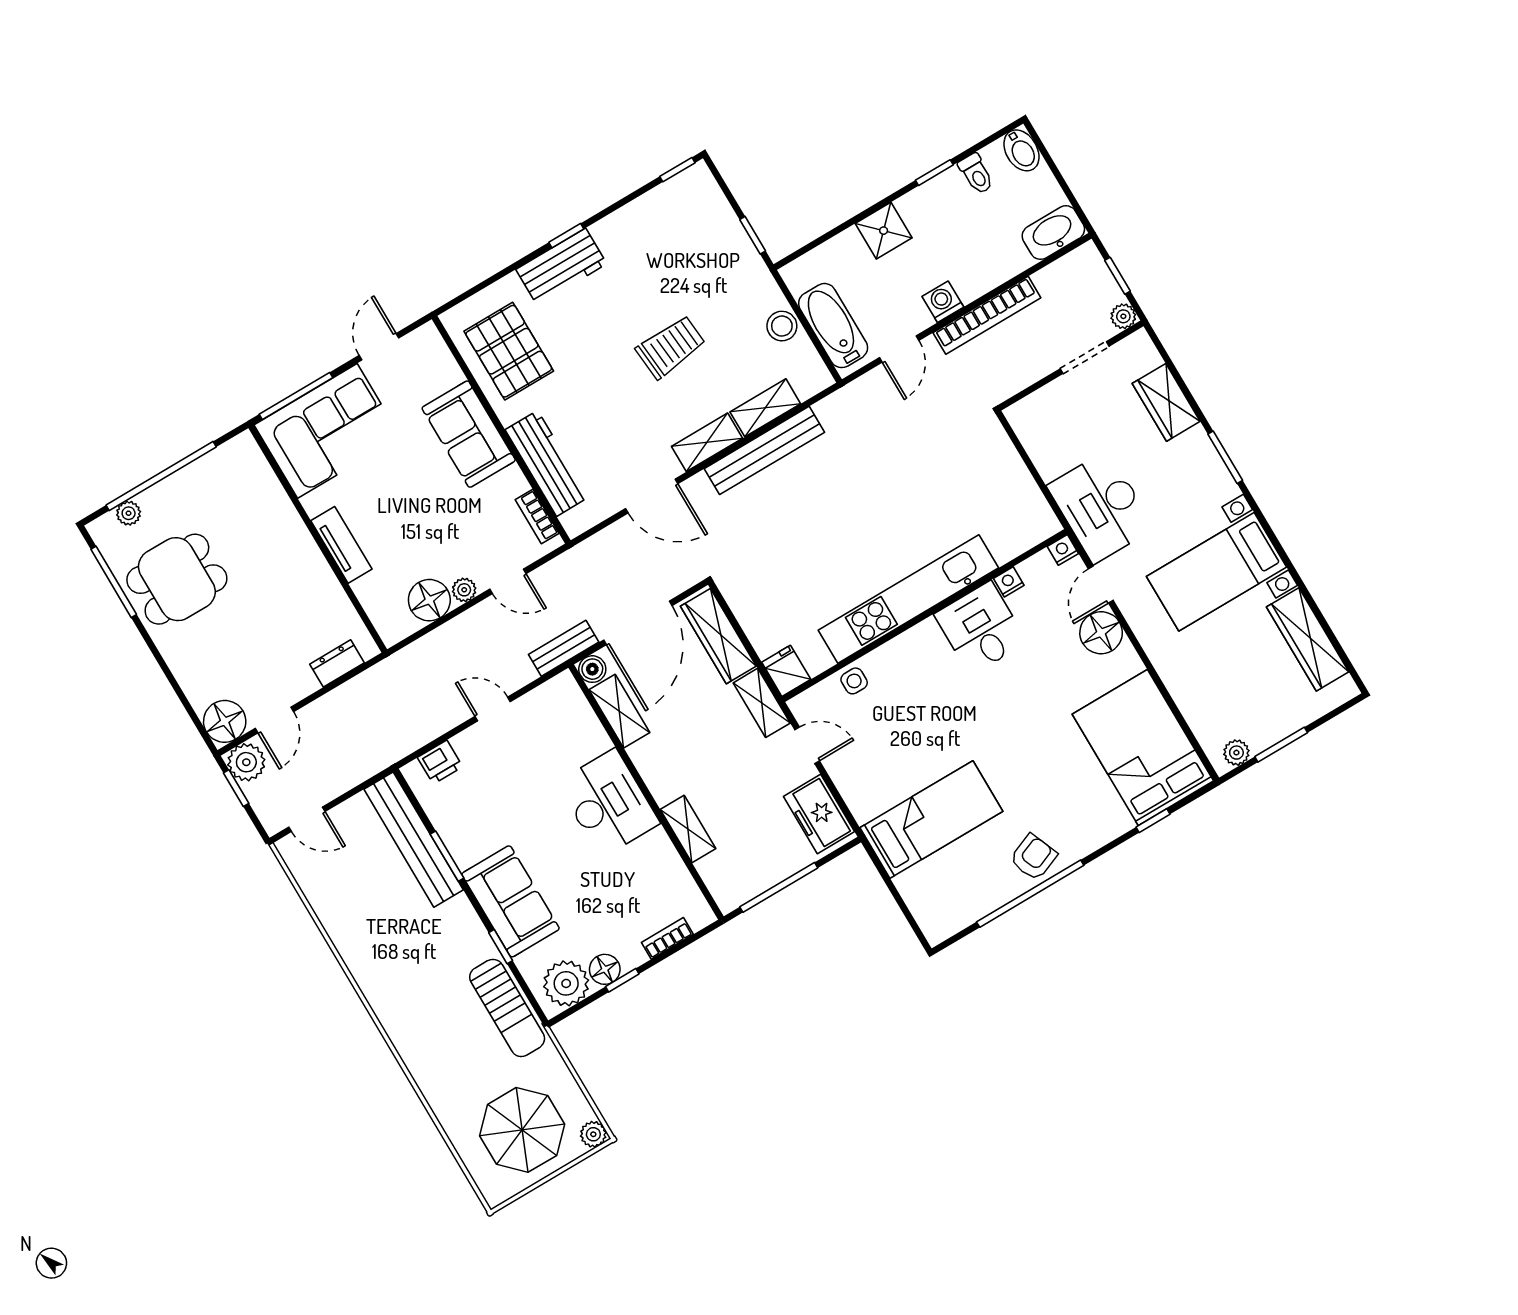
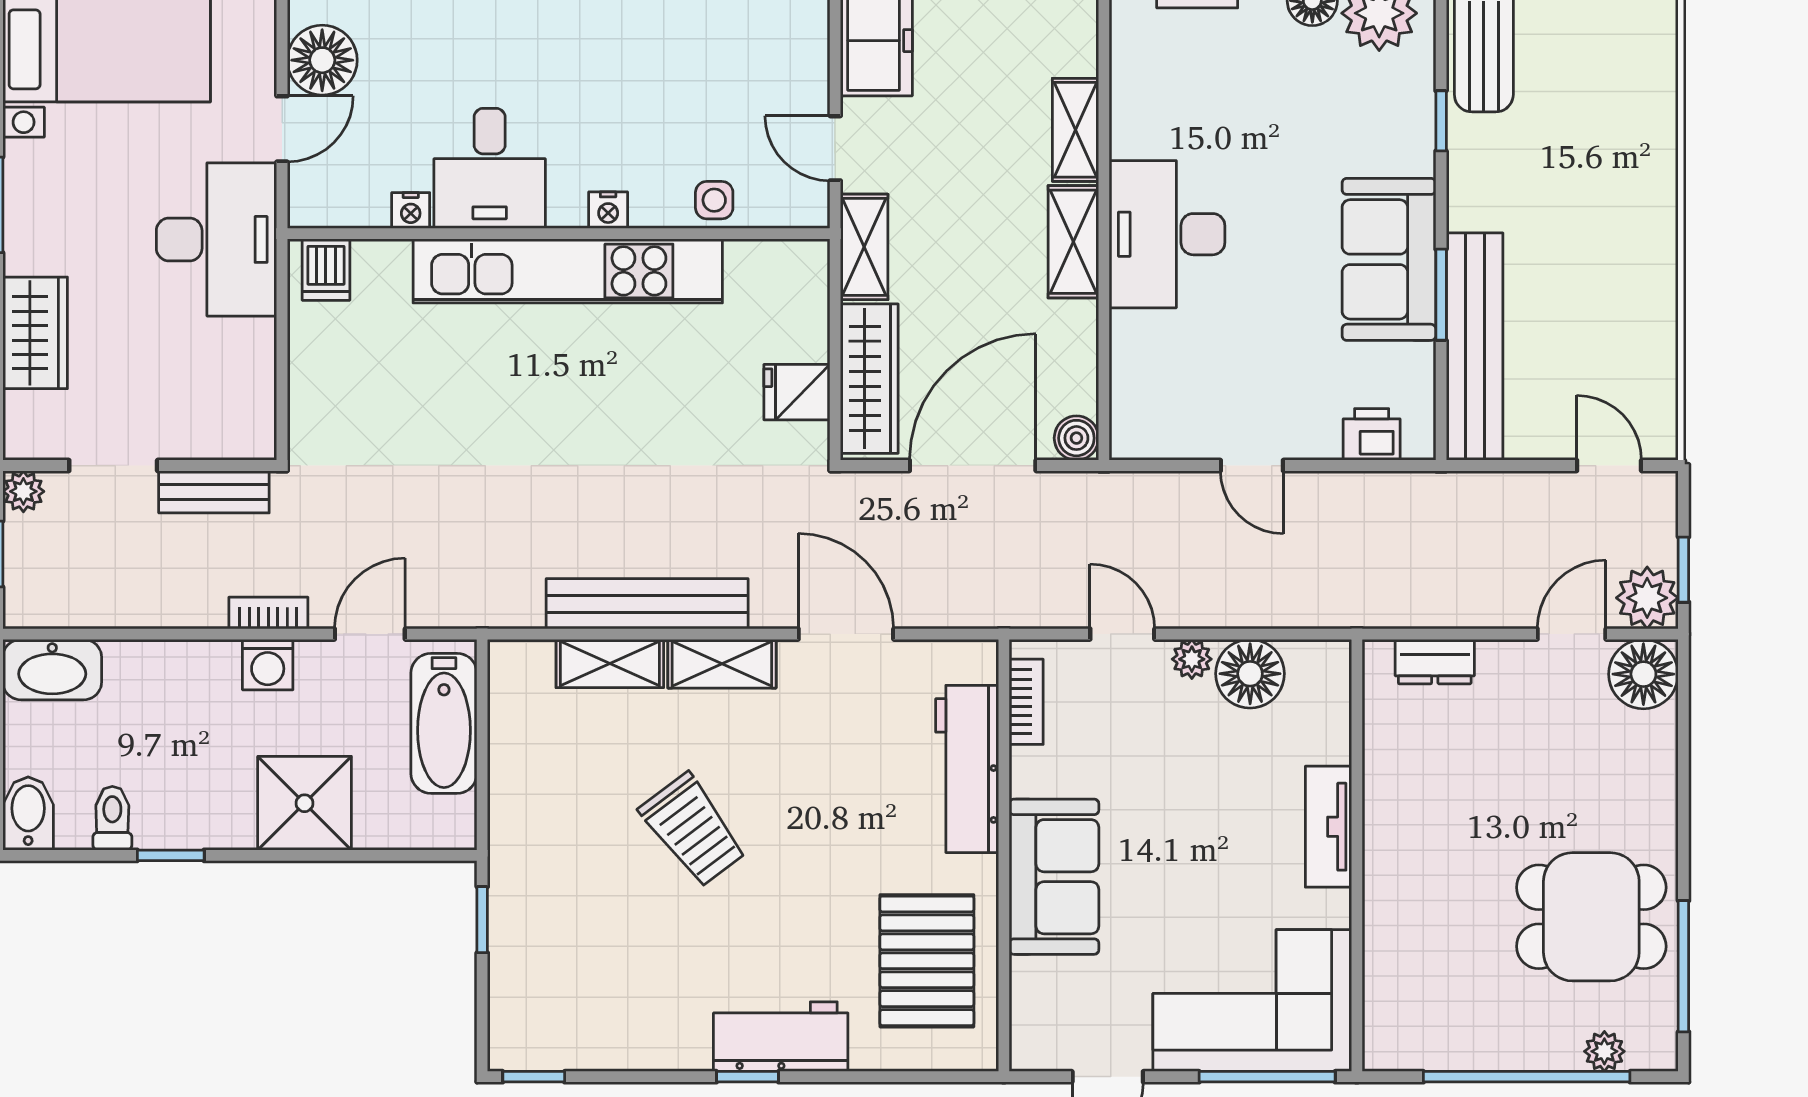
shower: (884, 231) -> (305, 803), width x1.36, depth x1.36
bookcase: (987, 315) -> (268, 613), width x0.43, depth x0.76
stool: (782, 326) -> (517, 766), removed
trolley: (671, 347) -> (693, 830), turned -122
dishwasher: (1034, 525) -> (326, 270), added
nightstand: (1063, 550) -> (608, 210), moved
bench: (564, 648) -> (214, 492), moved
fridge: (786, 671) -> (797, 392), moved, turned 90
shelving: (619, 711) -> (1073, 242), moved
sofa: (511, 901) -> (1389, 259), moved

